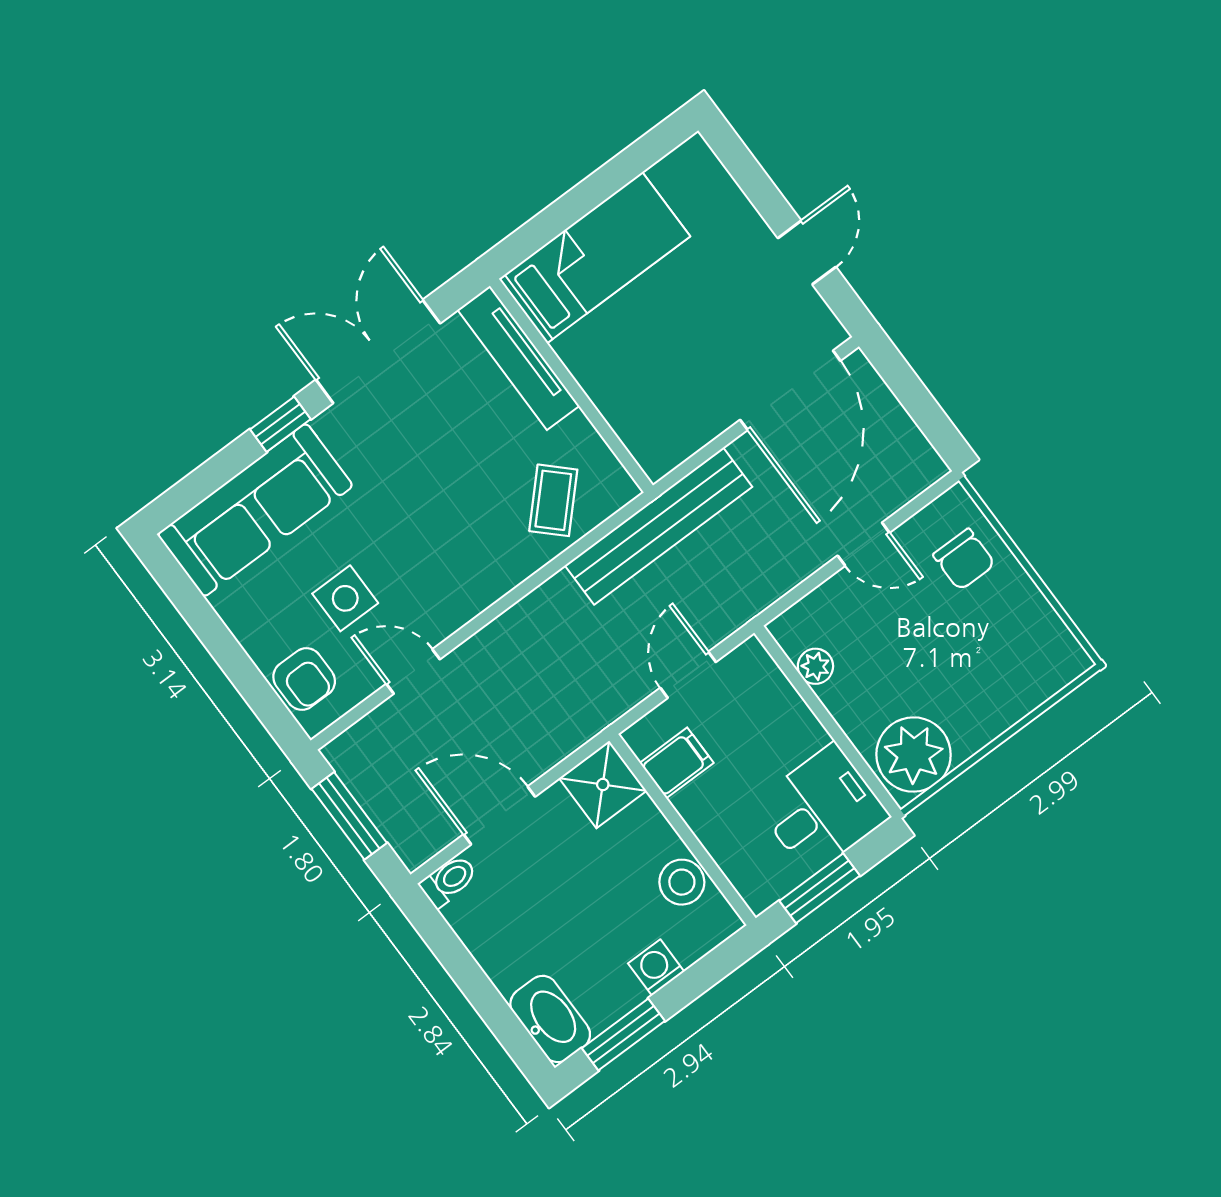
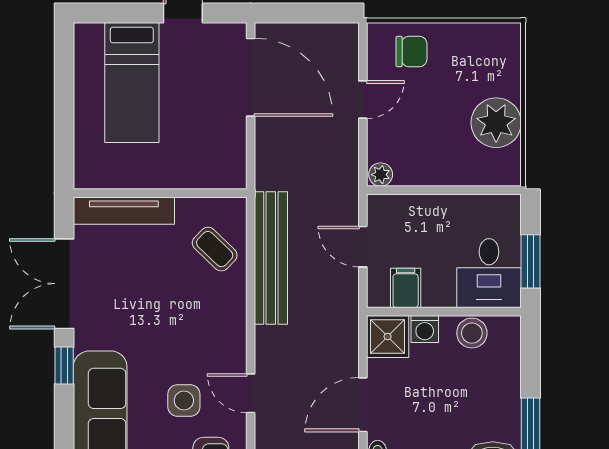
bed: (595, 258) -> (132, 82), moved, turned 180
bench: (659, 526) -> (271, 258), moved
plant: (815, 666) -> (381, 175), moved
door: (413, 671) -> (251, 393), hinge flipped
plant: (914, 755) -> (496, 123), moved
desk: (822, 809) -> (489, 273), moved, turned 180
washing machine: (656, 968) -> (425, 329), moved, turned -90

